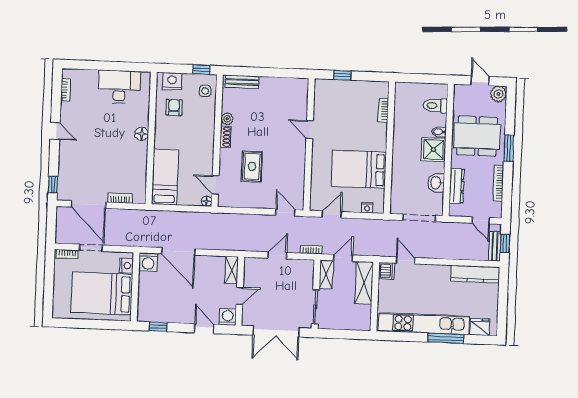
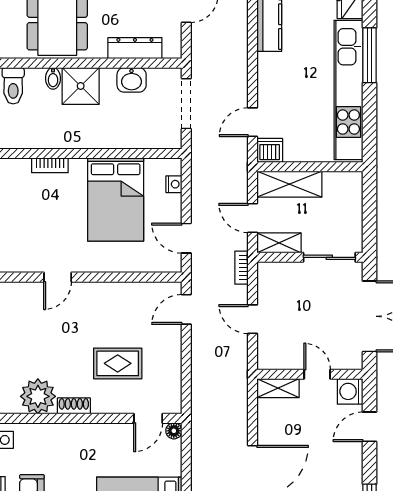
bookcase: (383, 110) -> (50, 165), moved
plant: (227, 119) -> (38, 396), width x1.88, depth x1.88

